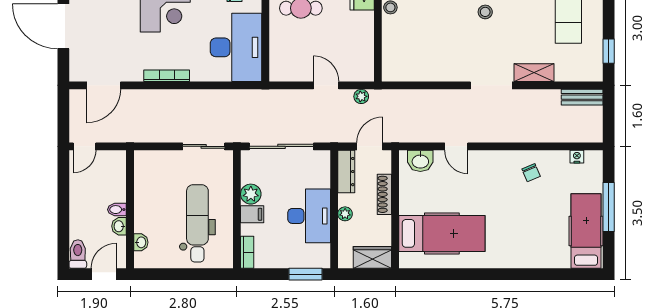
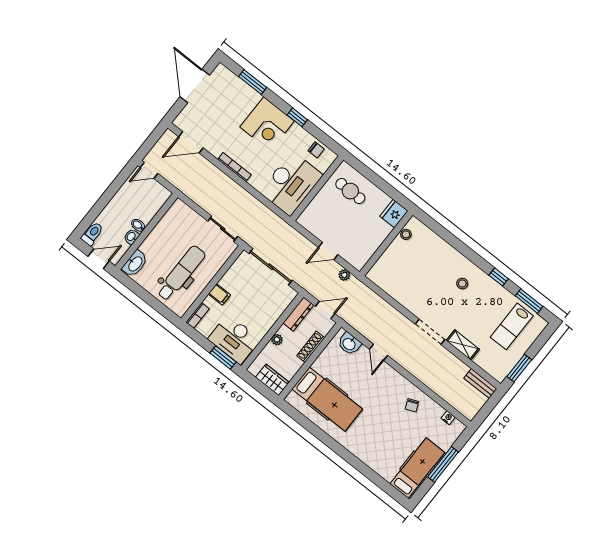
window: (609, 51) -> (519, 368), width x1.50
door: (326, 85) -> (328, 251), swing flipped
plant: (251, 194) -> (228, 281), removed
desk: (309, 216) -> (234, 339), moved, turned 90
washbasin: (141, 242) -> (135, 264), width x1.91, depth x1.45

